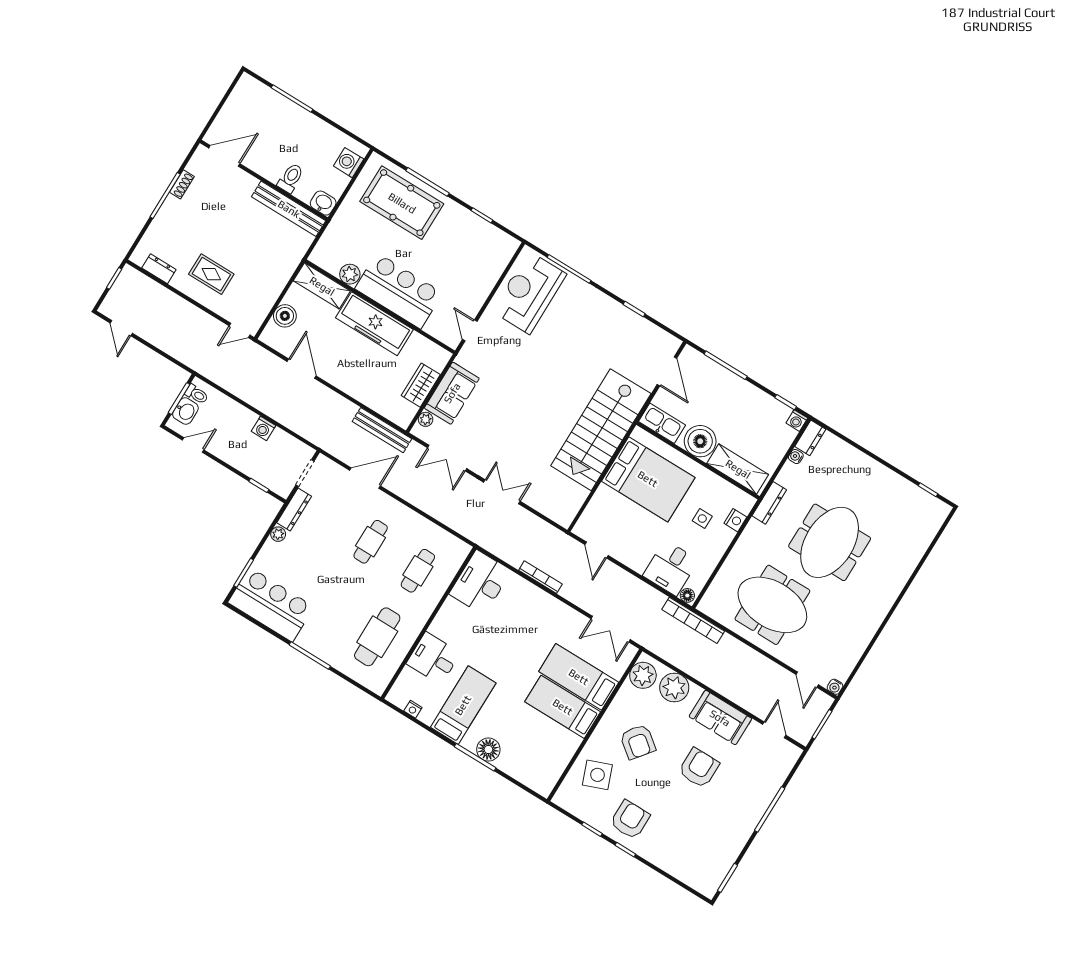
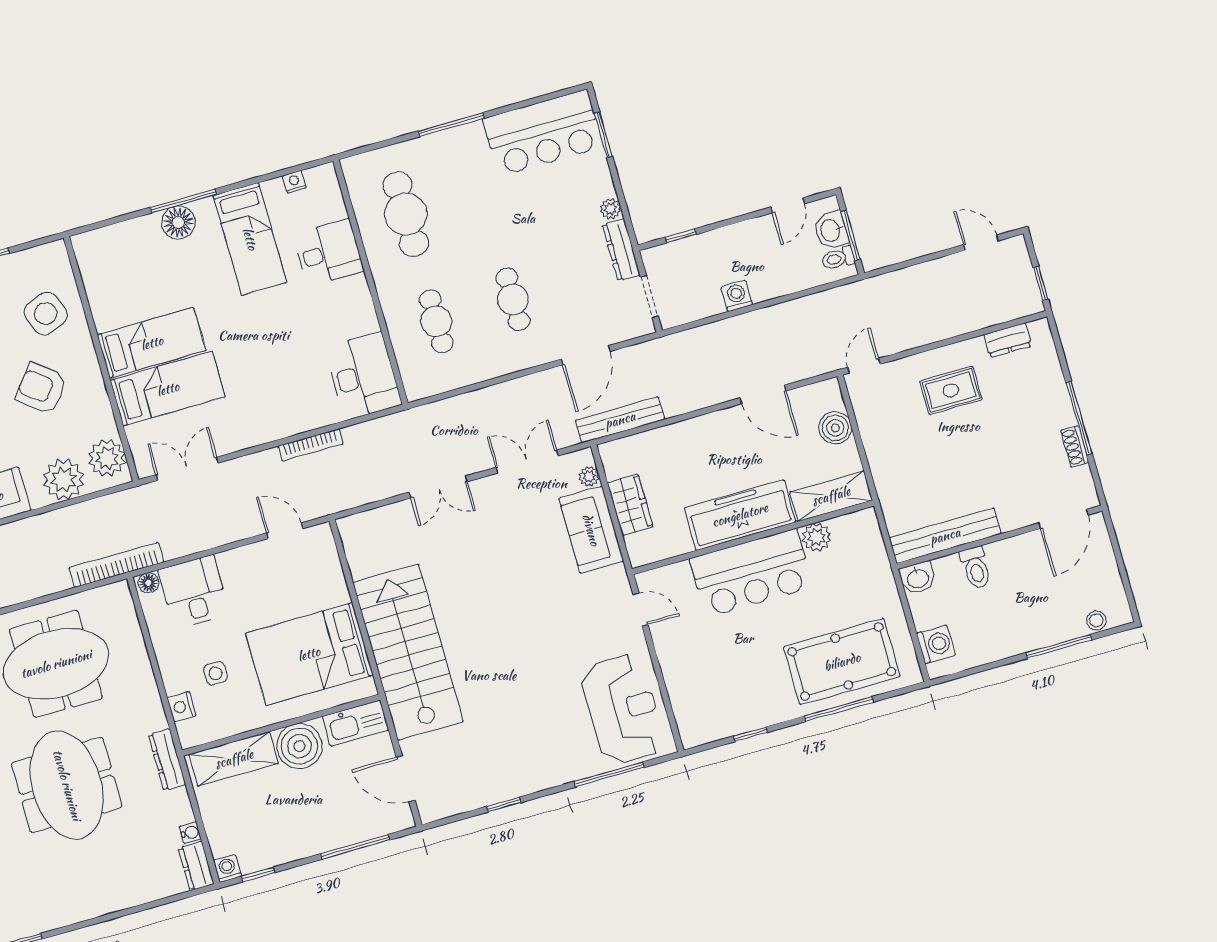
stool: (261, 91) -> (1096, 621), added

